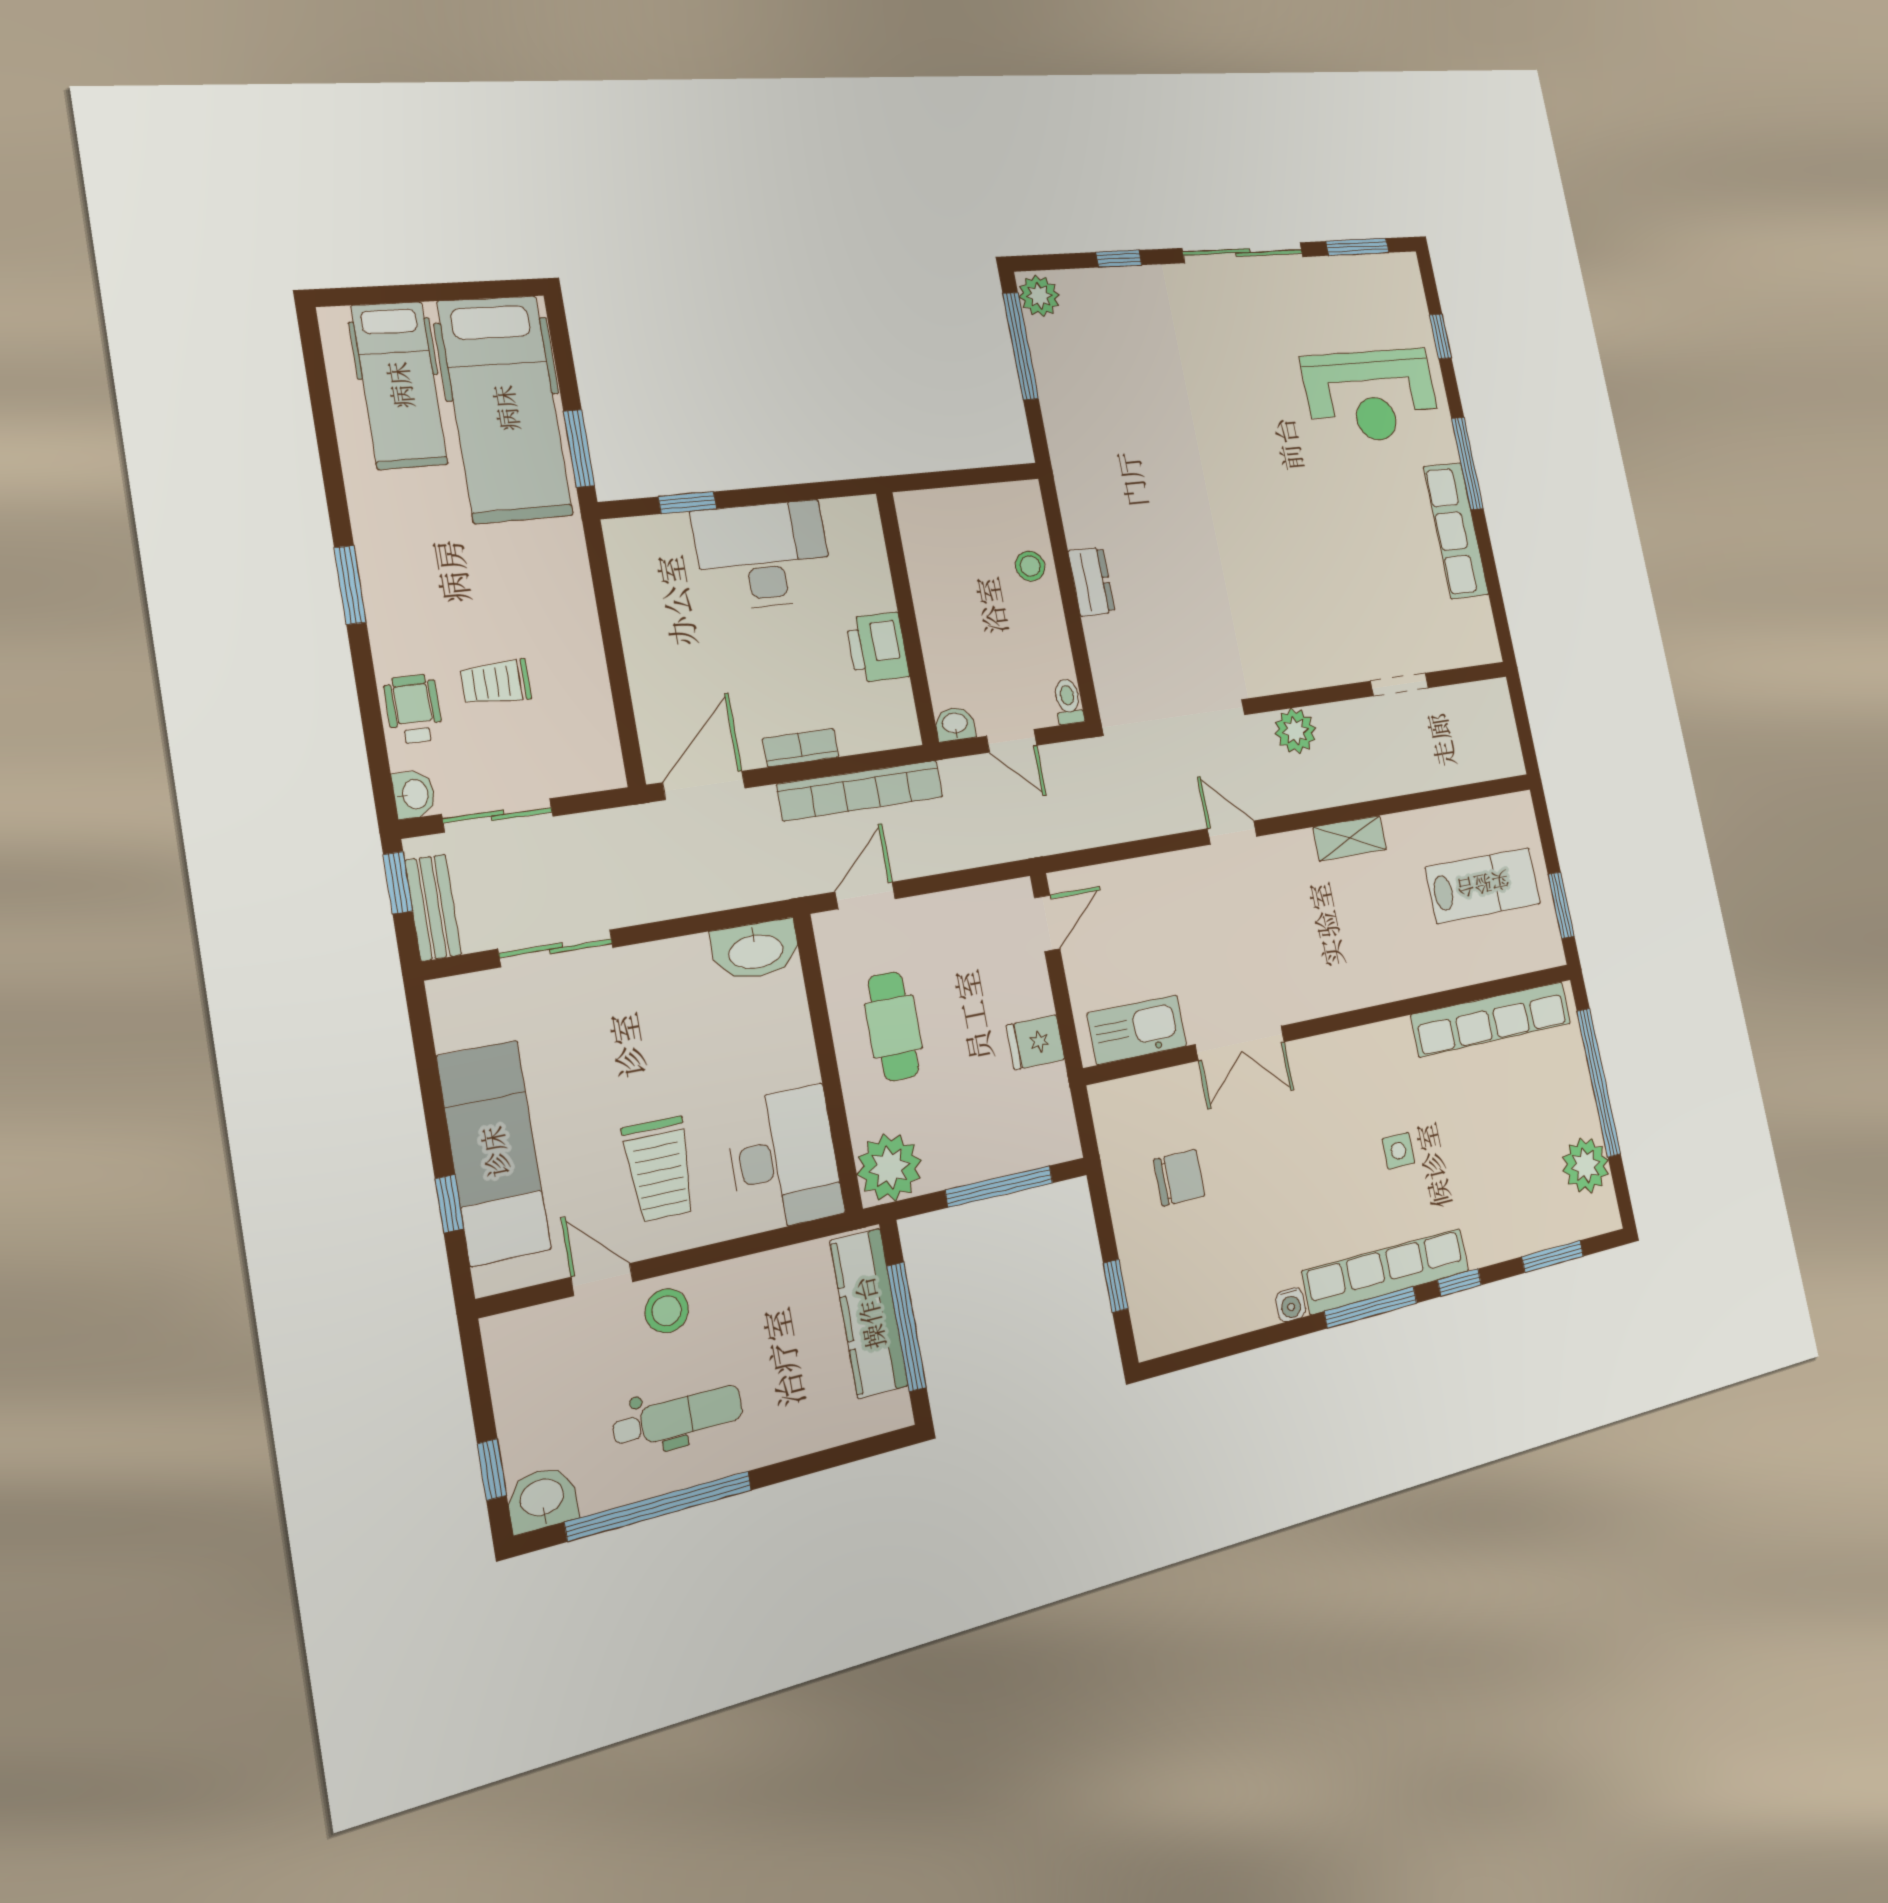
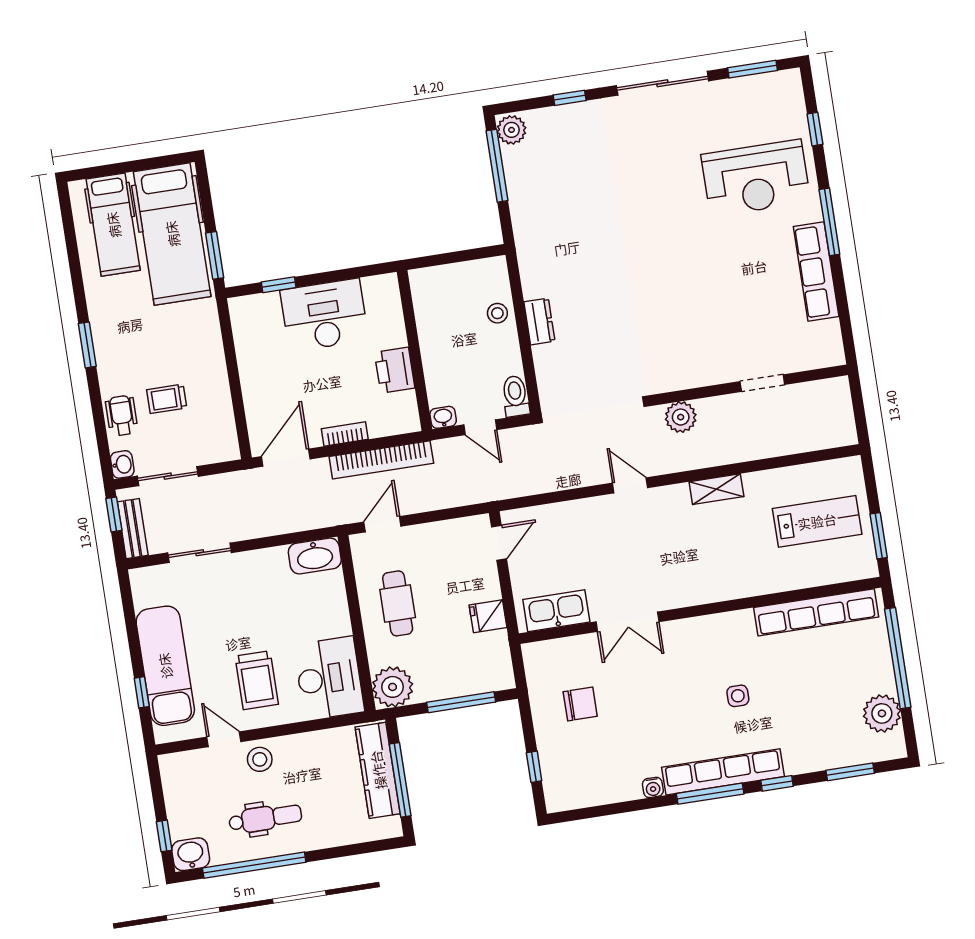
toilet: (1068, 701) -> (515, 396), width x1.37, depth x1.39

